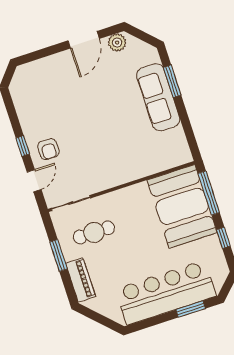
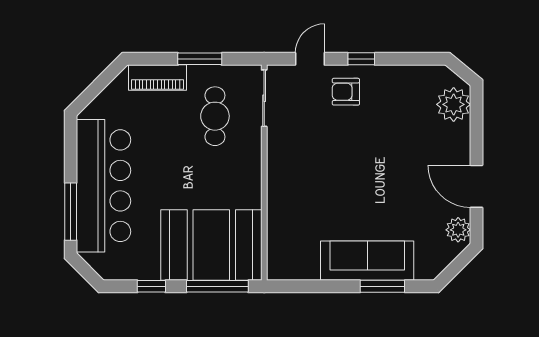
plant: (33, 73) -> (454, 104), added
door: (34, 181) -> (310, 59), swing flipped
window: (191, 309) -> (71, 212), width x1.44

